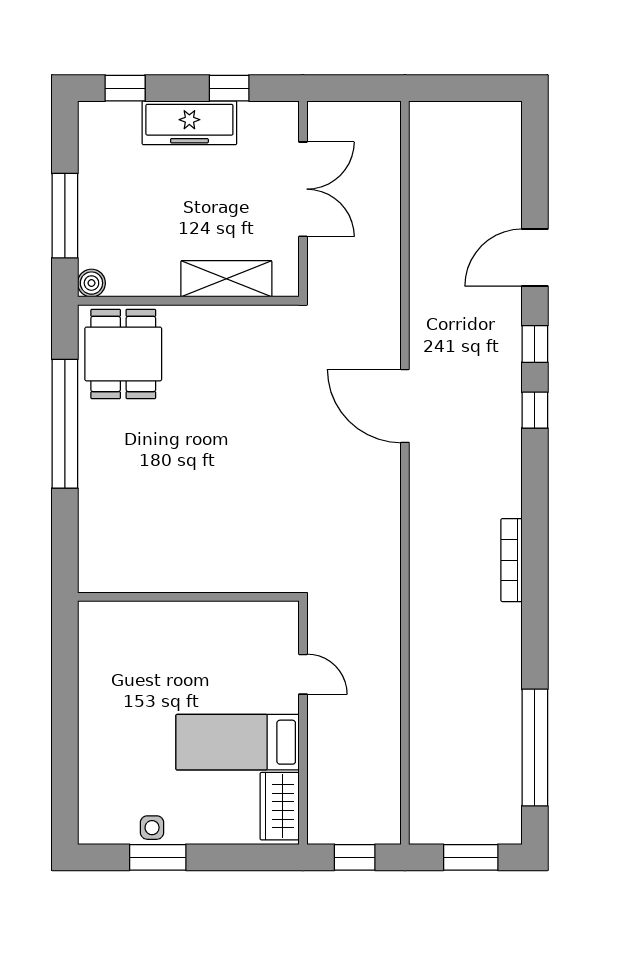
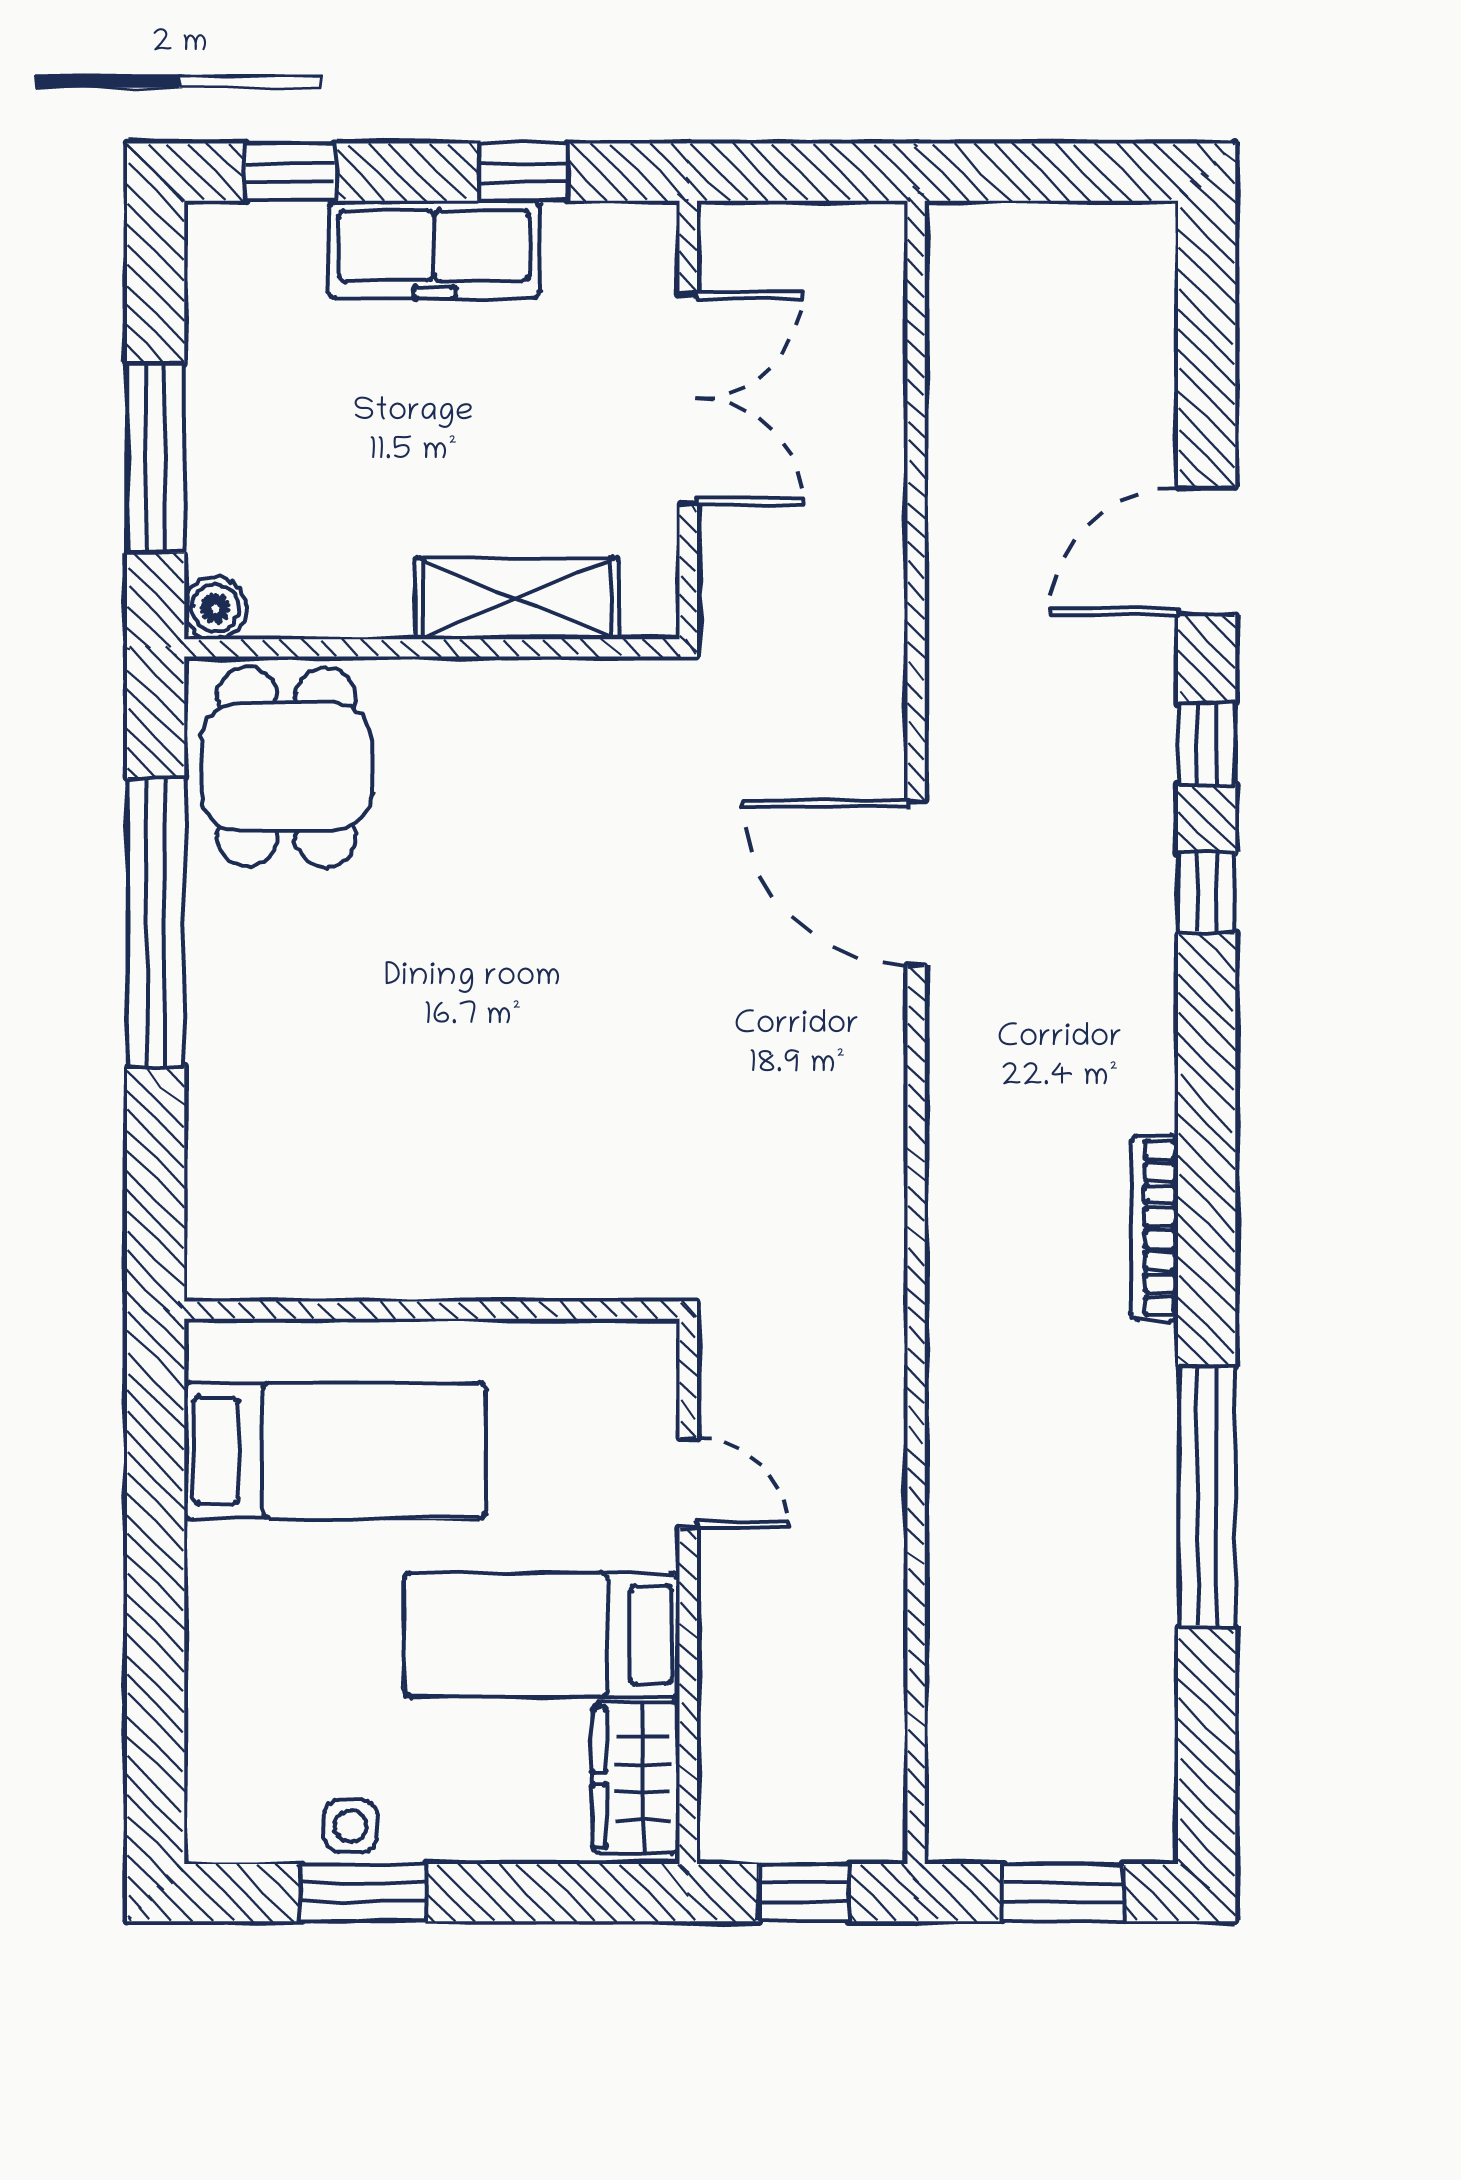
bed: (145, 660) -> (335, 1451), added
window: (535, 748) -> (1207, 1496), moved

